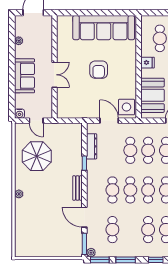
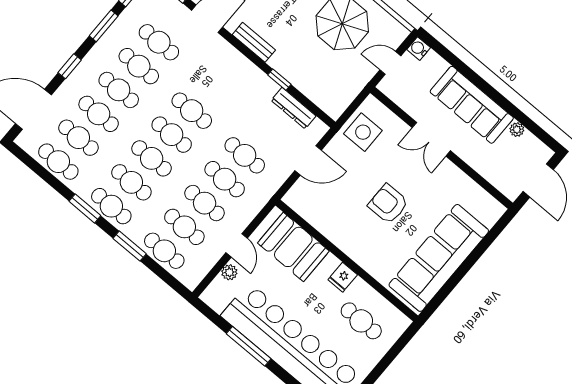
sofa: (24, 76) -> (472, 105), width x1.36
side table: (126, 107) -> (363, 132), moved
cafe table: (112, 190) -> (139, 66), moved

